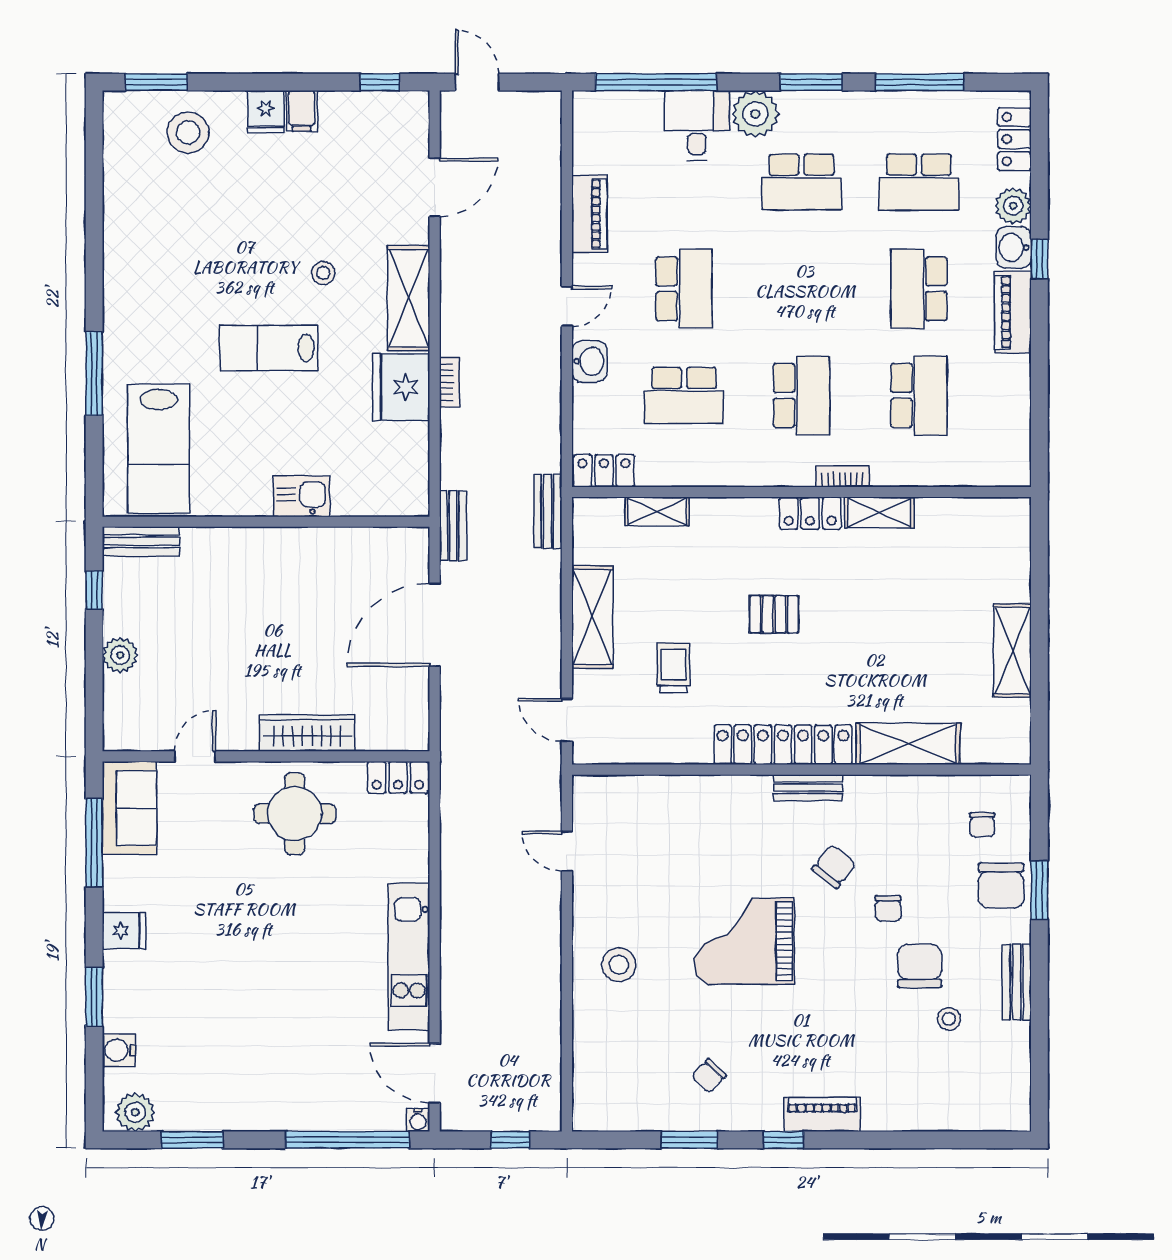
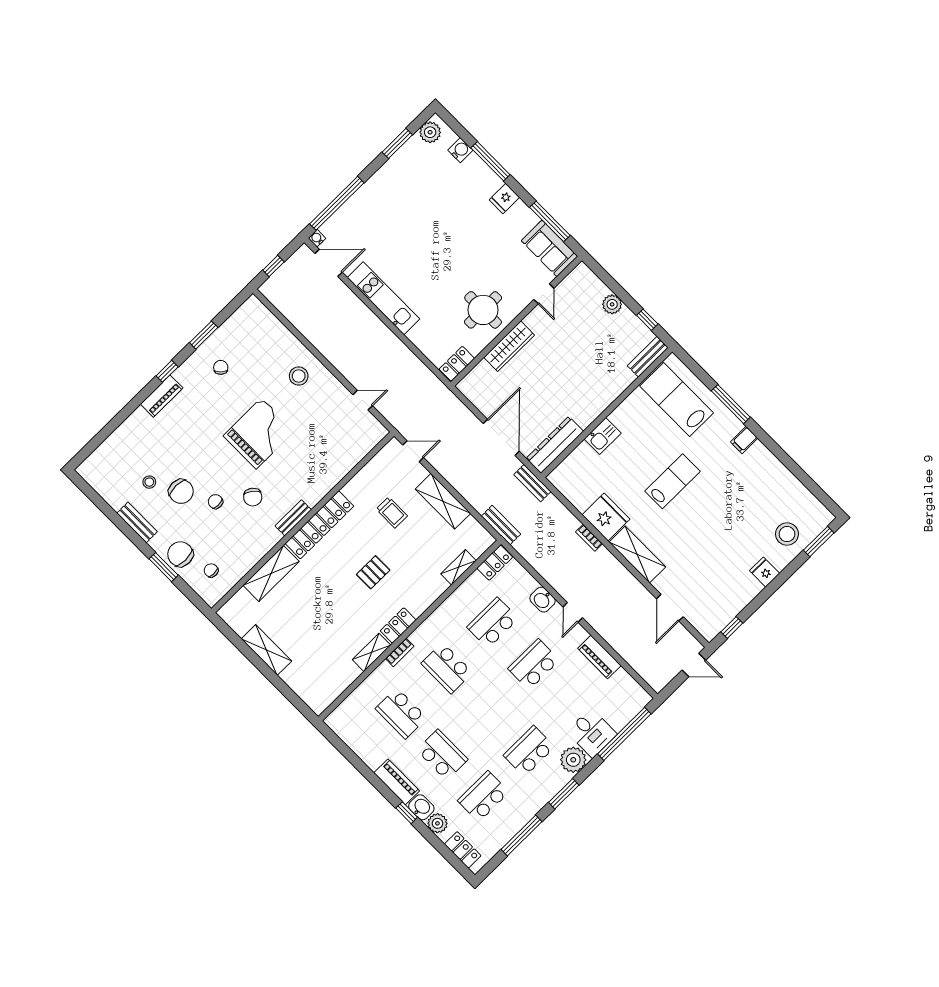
filing cabinet: (302, 111) -> (744, 440), moved, turned -90
stool: (323, 273) -> (680, 531), removed
school desk: (684, 289) -> (534, 664), turned 90
dresser: (375, 546) -> (555, 445), added
window: (94, 997) -> (490, 161), width x1.44

